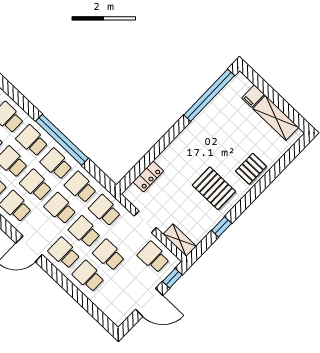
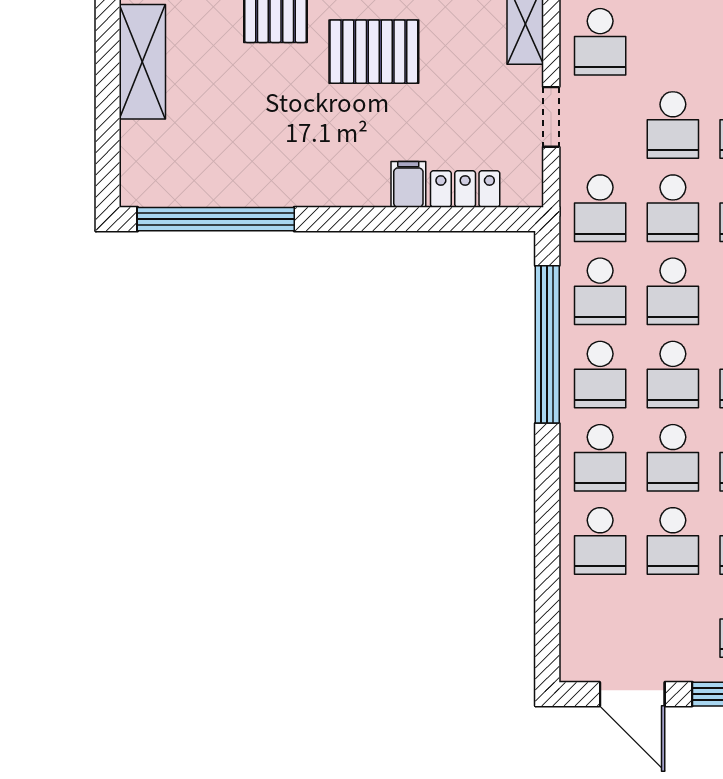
filing cabinet: (253, 96) -> (408, 184), moved, turned -90
window: (62, 140) -> (547, 344), moved
pallet: (214, 188) -> (374, 52), turned 90

